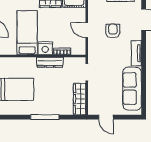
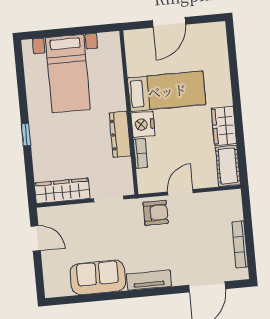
armchair: (113, 31) -> (156, 213), moved
sofa: (132, 89) -> (98, 277), width x0.73
window: (45, 117) -> (26, 135), width x0.46
door: (106, 117) -> (36, 238), swing flipped

